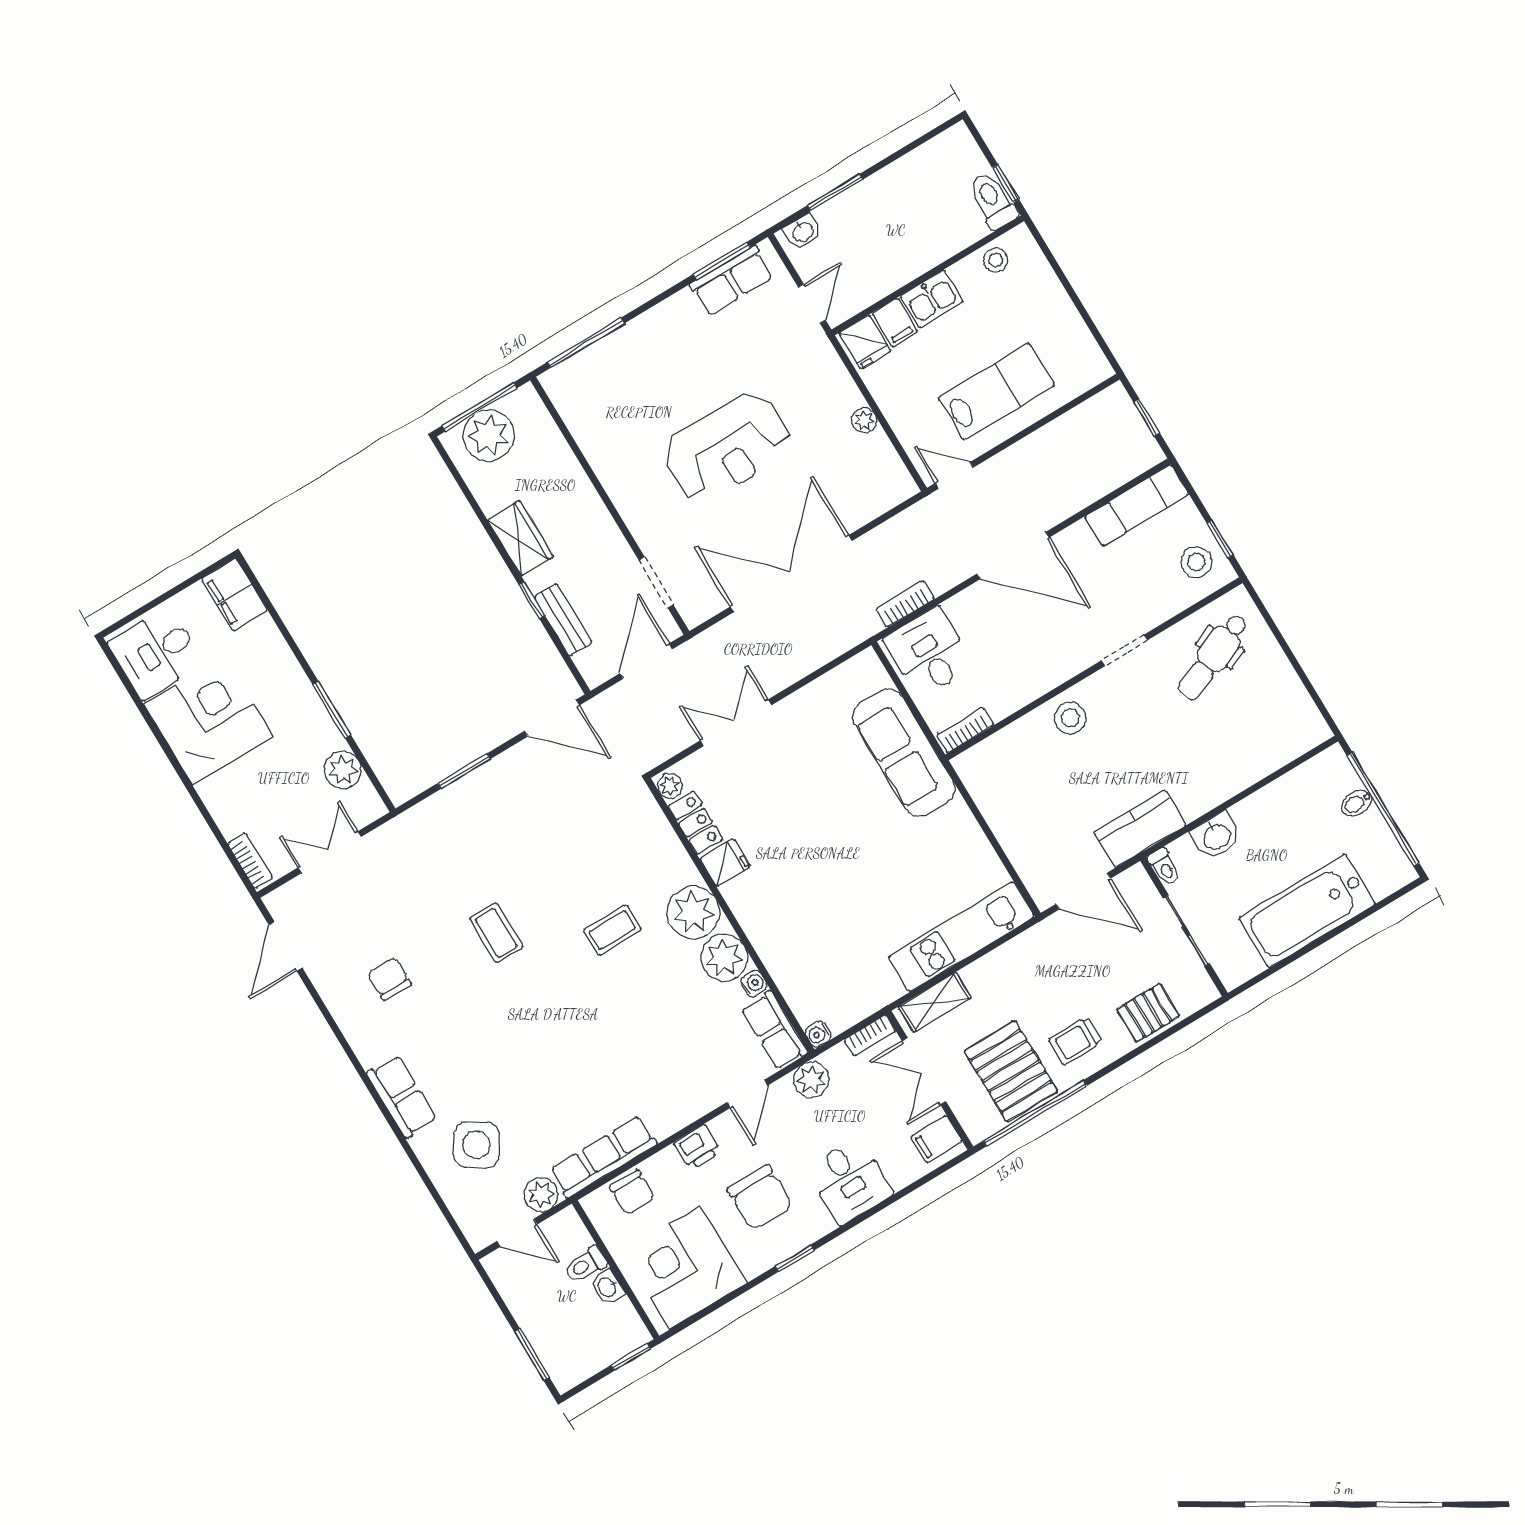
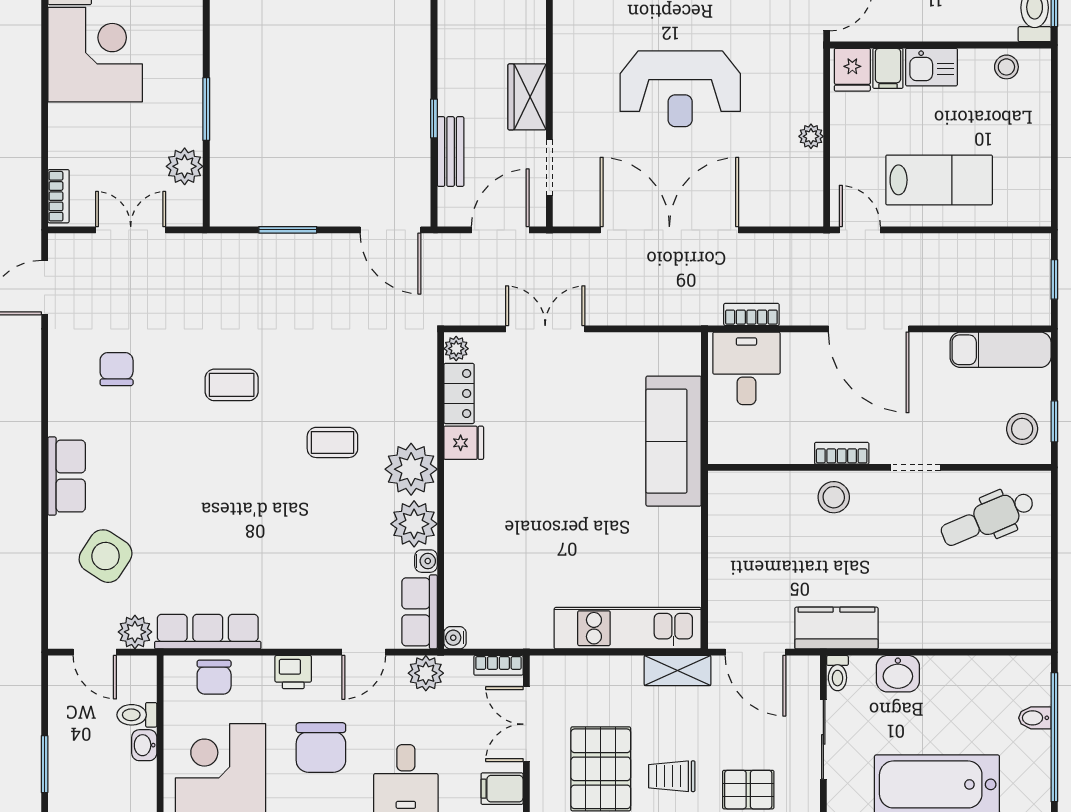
wardrobe: (521, 538) -> (527, 97), moved, turned 180
bookcase: (965, 730) -> (842, 453), moved
coffee table: (496, 933) -> (232, 385), turned 90
shelving: (935, 1002) -> (678, 671), moved

